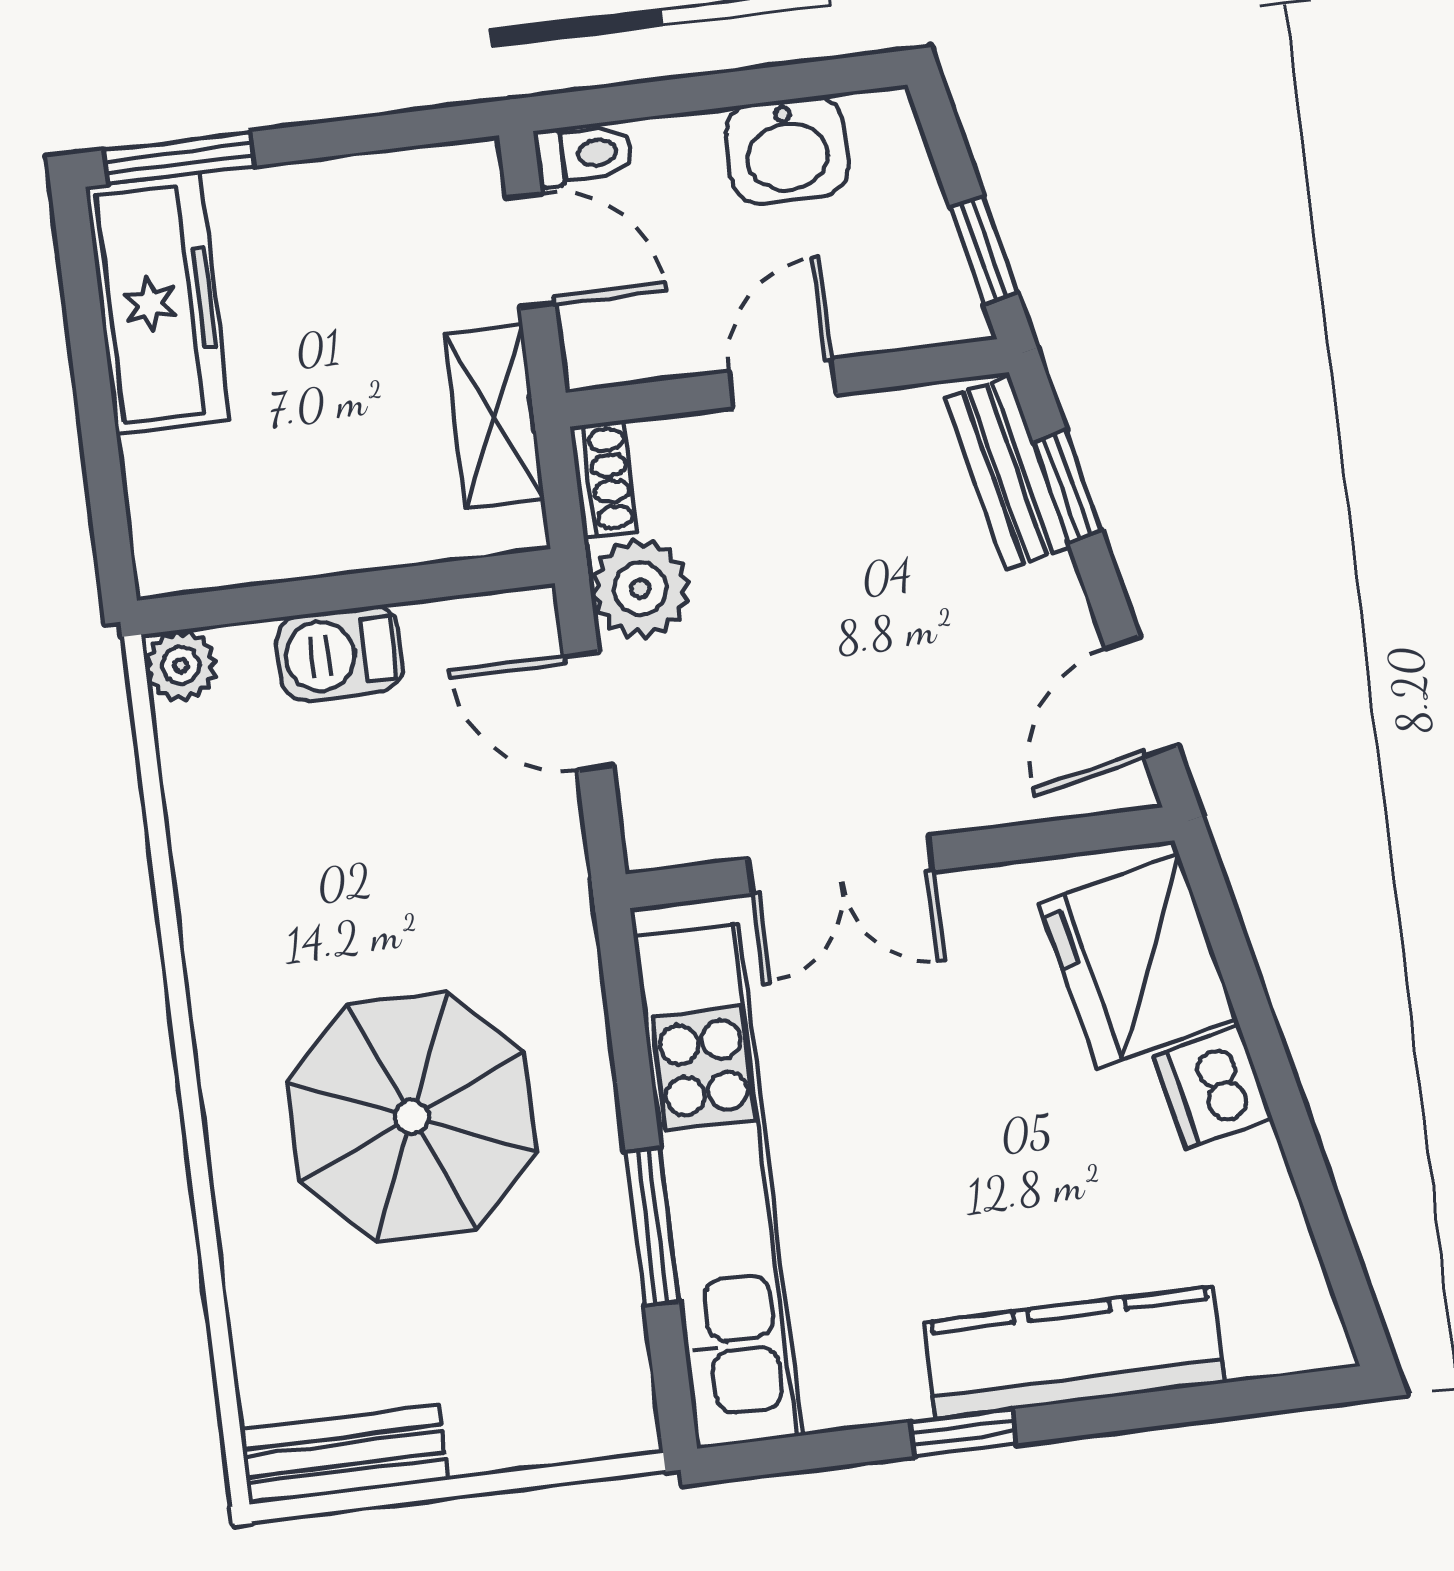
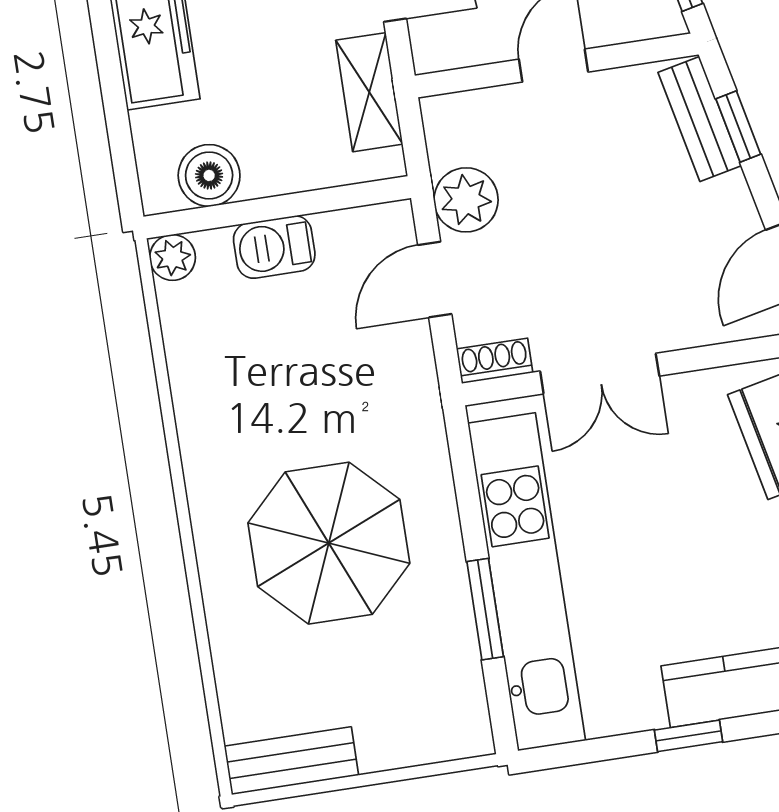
shoe rack: (604, 479) -> (495, 361), moved, turned -90
boiler: (241, 539) -> (209, 175), added
door: (588, 711) -> (435, 279), hinge flipped

